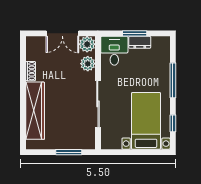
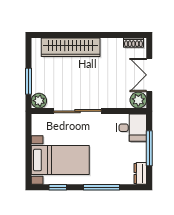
window: (135, 33) -> (149, 148), width x1.44
dresser: (140, 42) -> (140, 173), moved
plant: (88, 64) -> (39, 101), moved
shoe rack: (31, 71) -> (133, 43), moved

